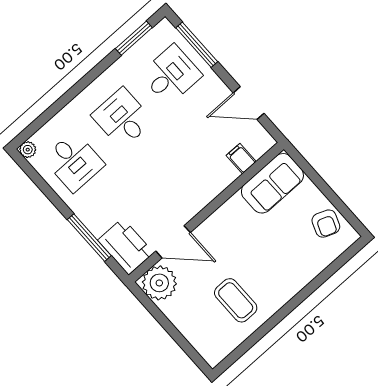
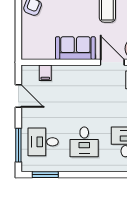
sofa: (272, 183) -> (75, 48), moved

